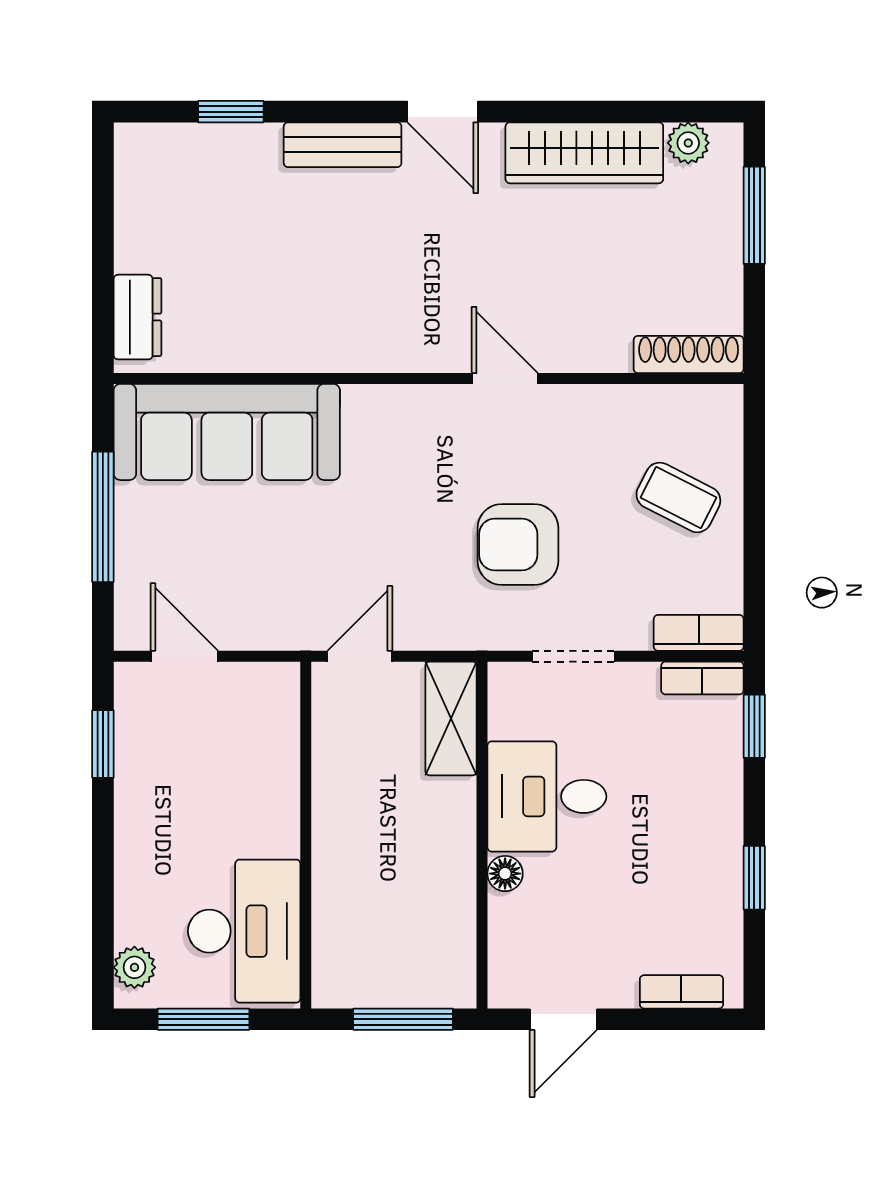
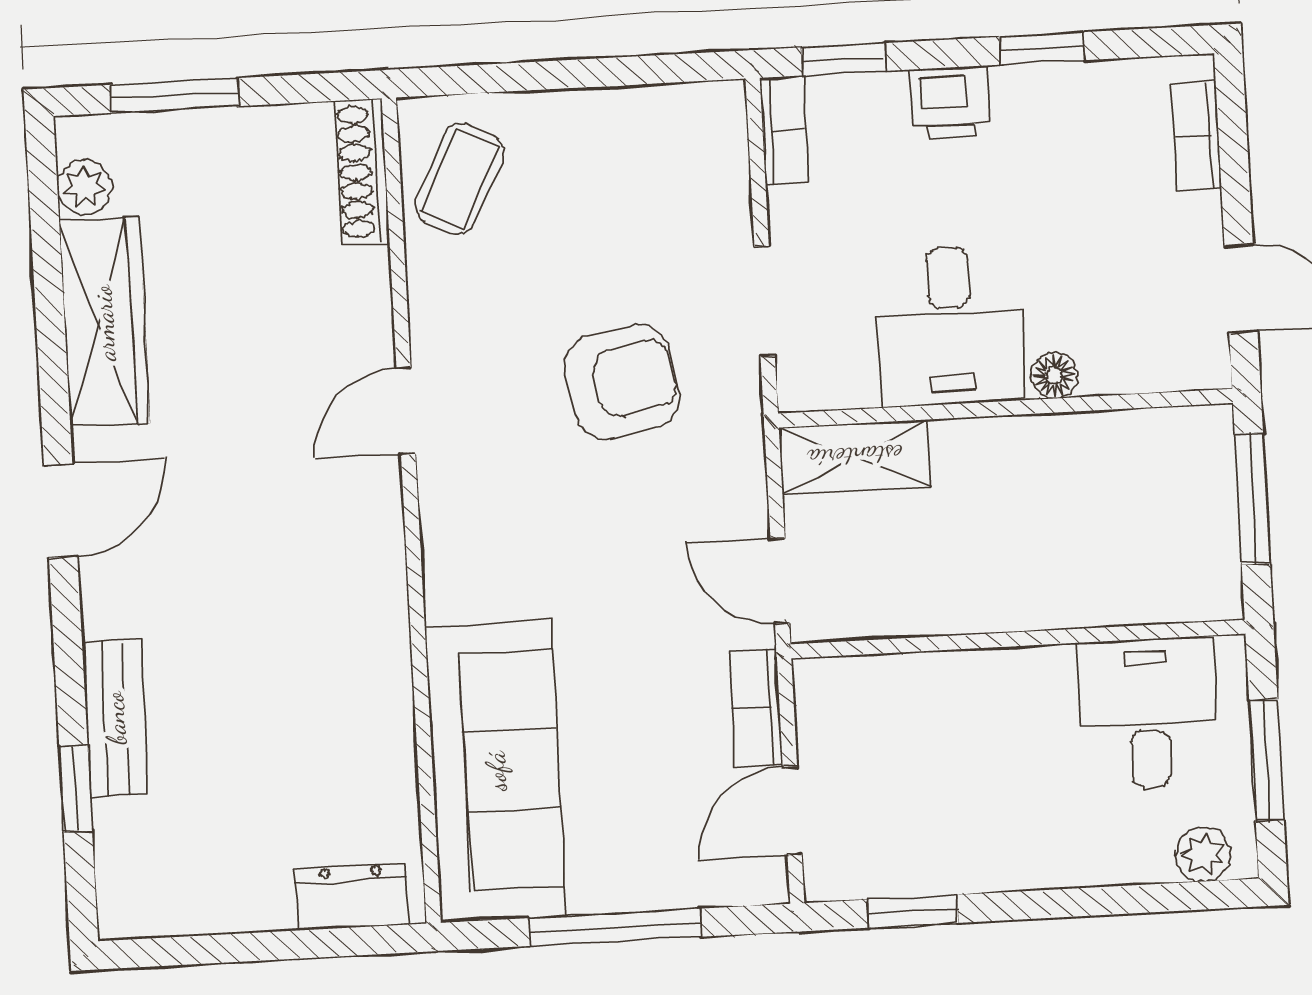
bench: (343, 145) -> (115, 718), moved
coffee table: (678, 497) -> (460, 179), moved
armchair: (518, 545) -> (622, 382), turned -101
bookcase: (699, 633) -> (756, 707), moved
printer: (716, 806) -> (950, 103), added
desk: (244, 931) -> (1148, 713), width x0.73

